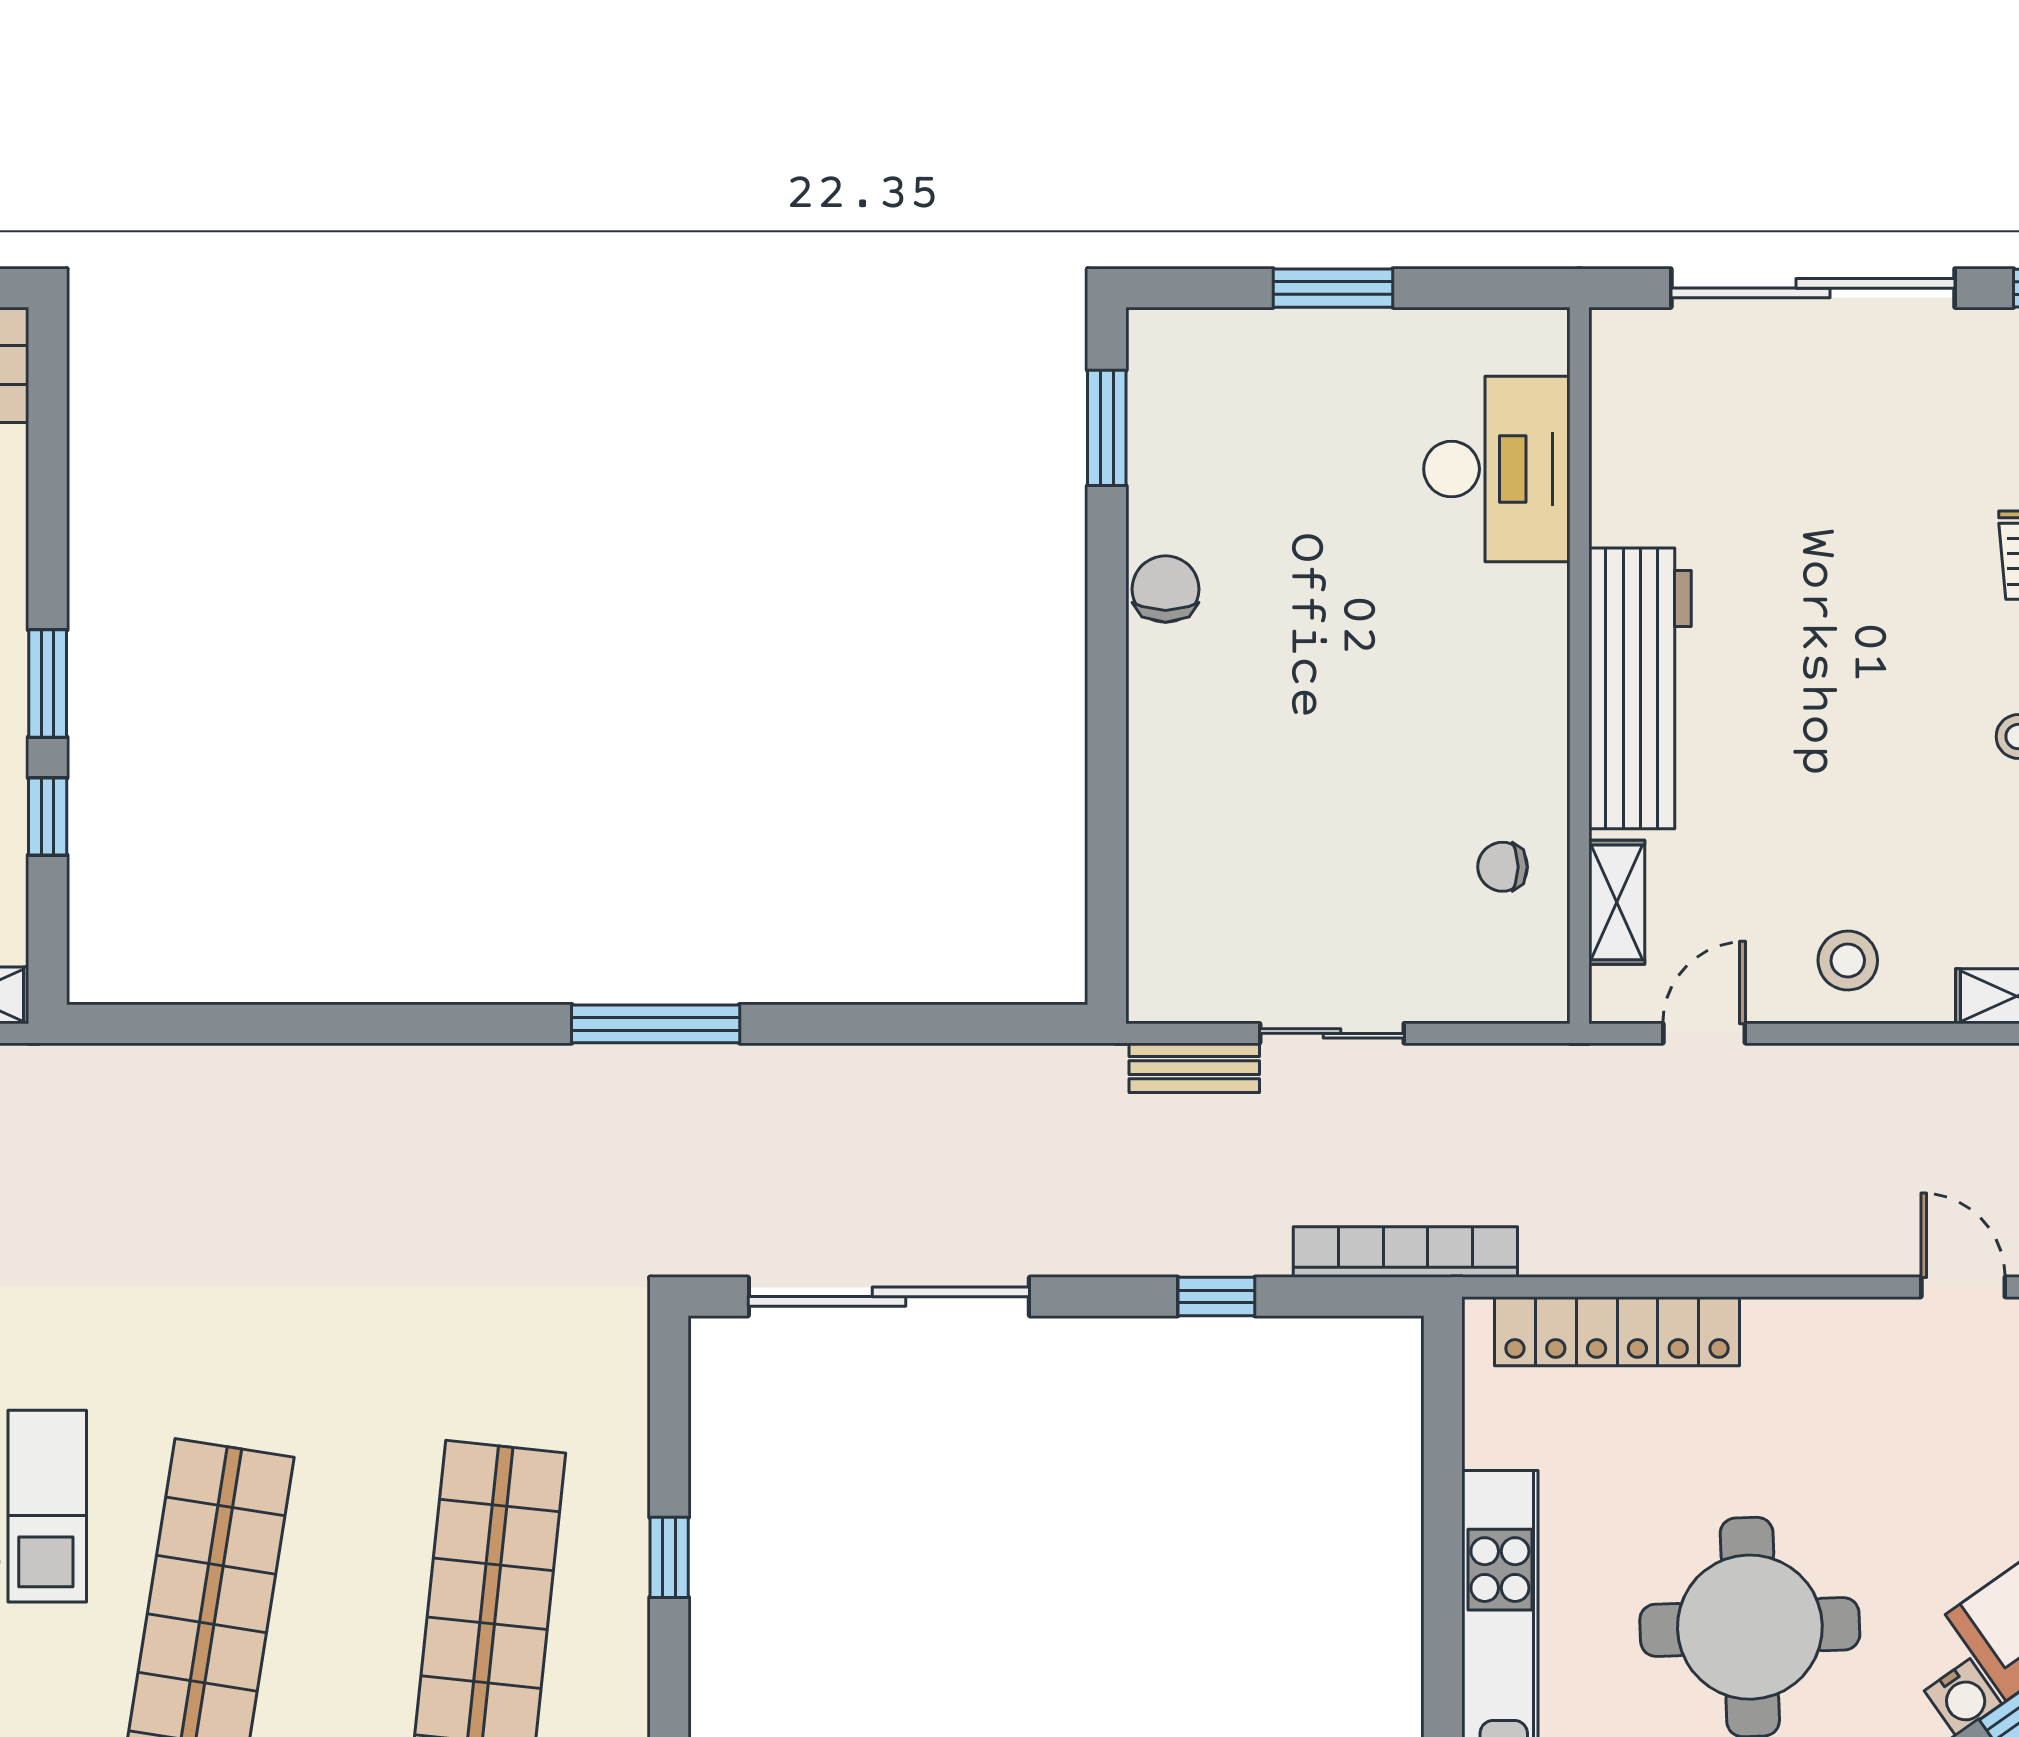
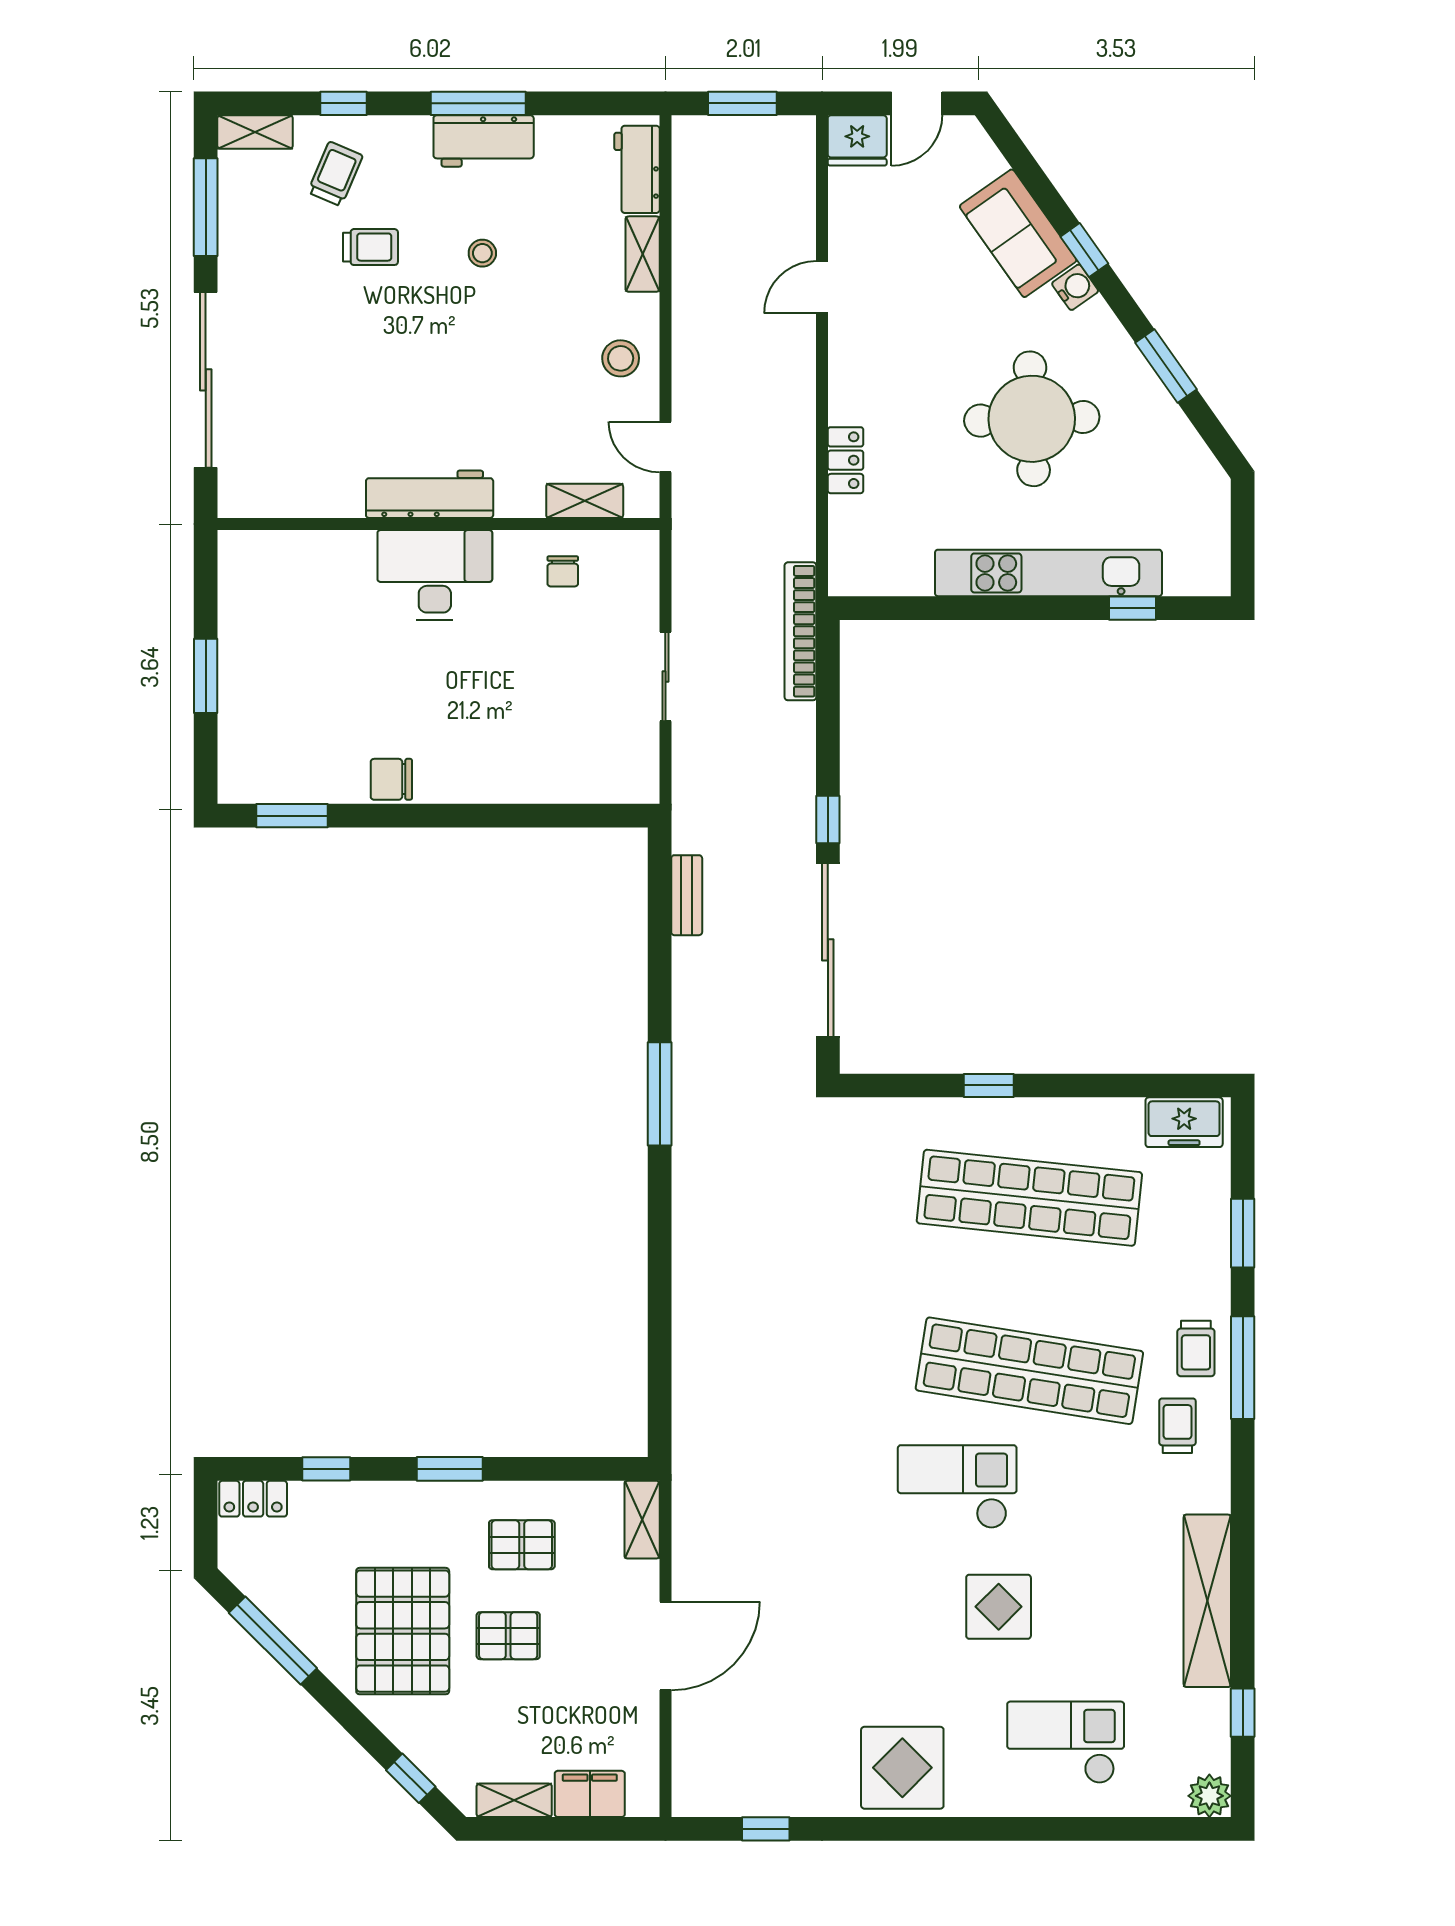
desk: (1497, 469) -> (435, 575), moved
workbench: (1640, 688) -> (430, 494), width x0.73, depth x0.76
window: (48, 816) -> (326, 1469), moved
bench: (1194, 1068) -> (687, 895), moved
window: (1216, 1297) -> (828, 820), moved
locker: (1617, 1331) -> (846, 460), width x0.46, depth x0.83

